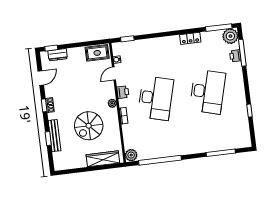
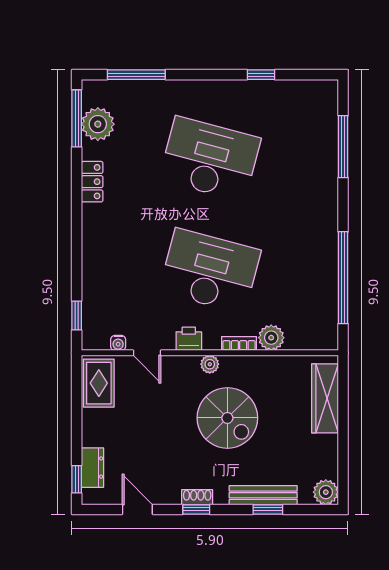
plant: (230, 36) -> (98, 124), moved
printer: (235, 56) -> (141, 90), removed
spiral stairs: (89, 126) -> (227, 418), moved
plant: (131, 155) -> (271, 338), moved
plant: (59, 164) -> (326, 492), added

